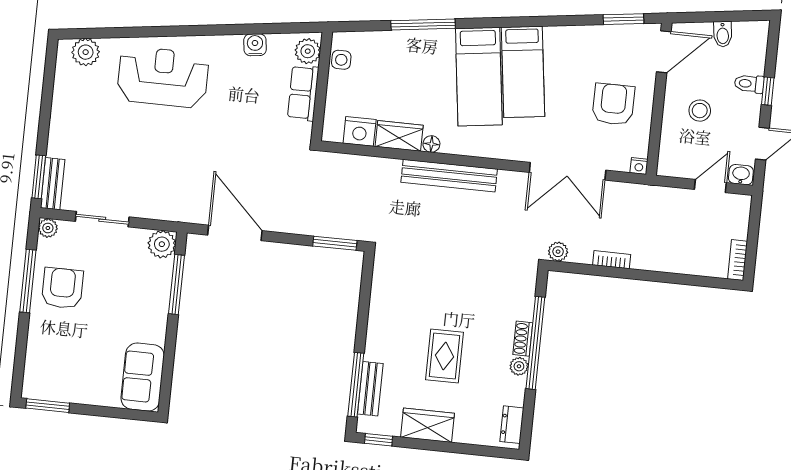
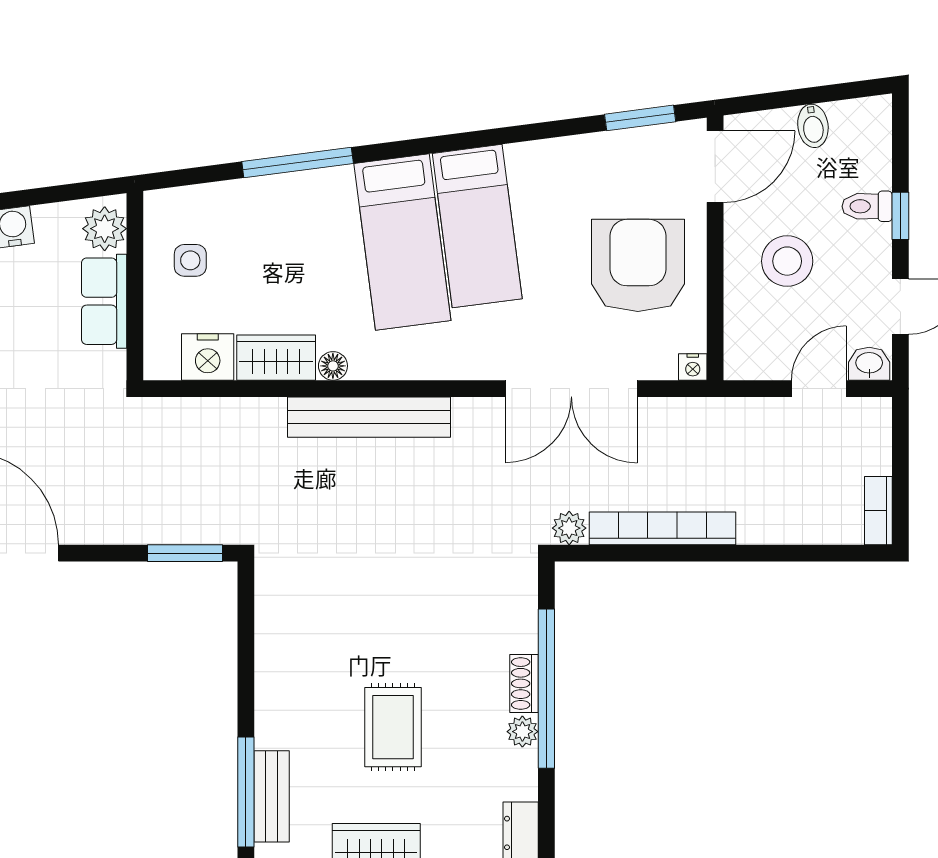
side table: (341, 60) -> (190, 260), moved
armchair: (613, 104) -> (638, 265), width x1.36, depth x1.36
stool: (700, 111) -> (787, 261), width x1.38, depth x1.38
bookcase: (612, 260) -> (663, 528), width x2.31, depth x1.31

